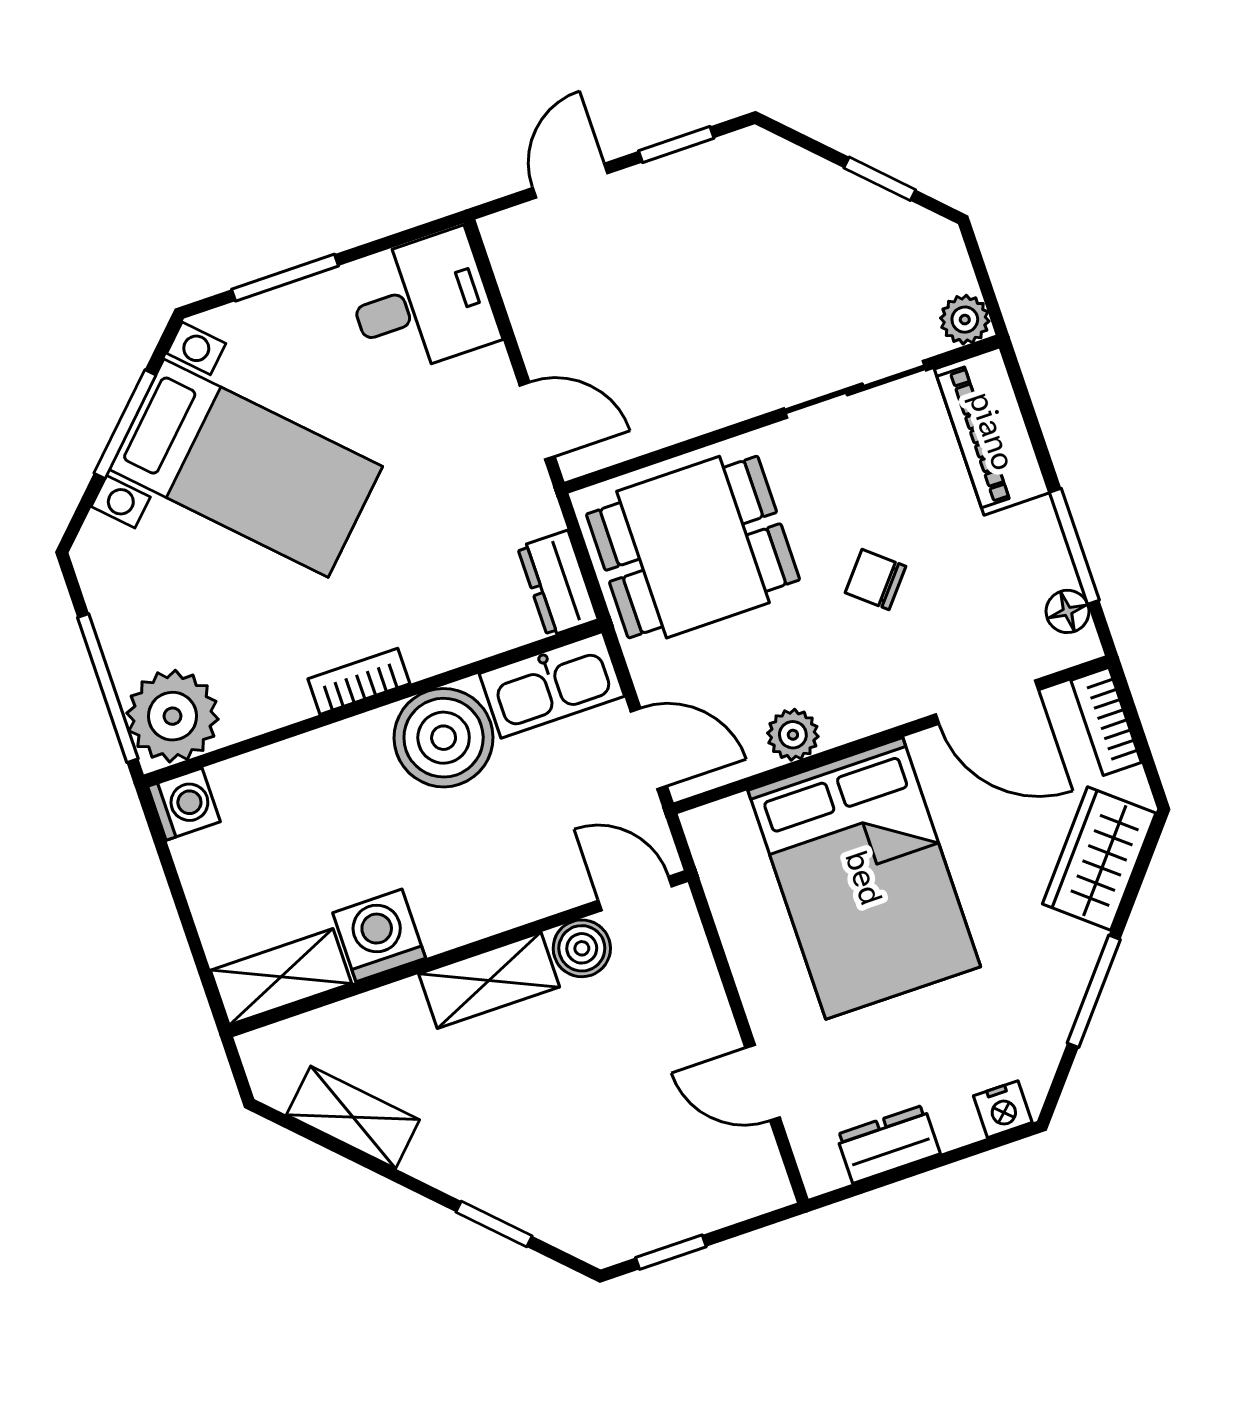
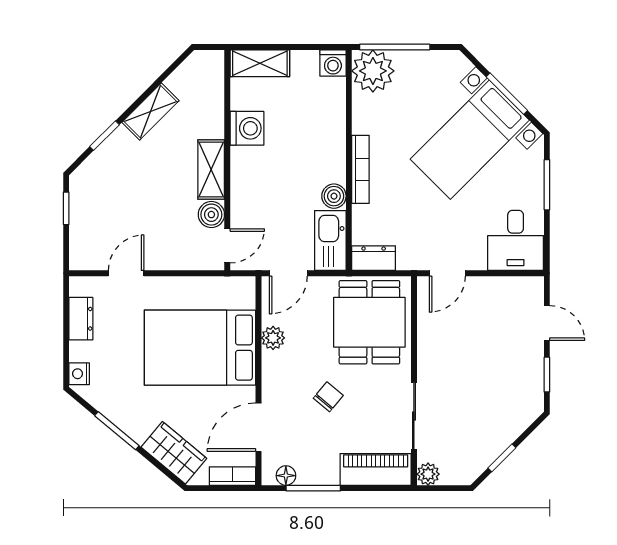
bookcase: (359, 681) -> (360, 169), width x1.56
boiler: (444, 738) -> (334, 196), width x0.54, depth x0.54
shelving: (281, 977) -> (260, 63), moved, turned 90
shelving: (353, 1117) -> (150, 111), moved

